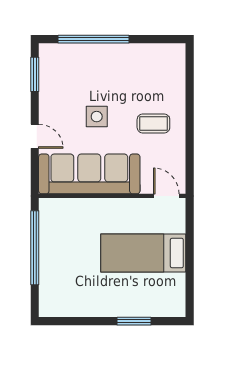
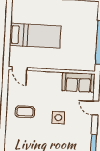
sofa: (89, 174) -> (78, 82), width x0.54, depth x0.79

